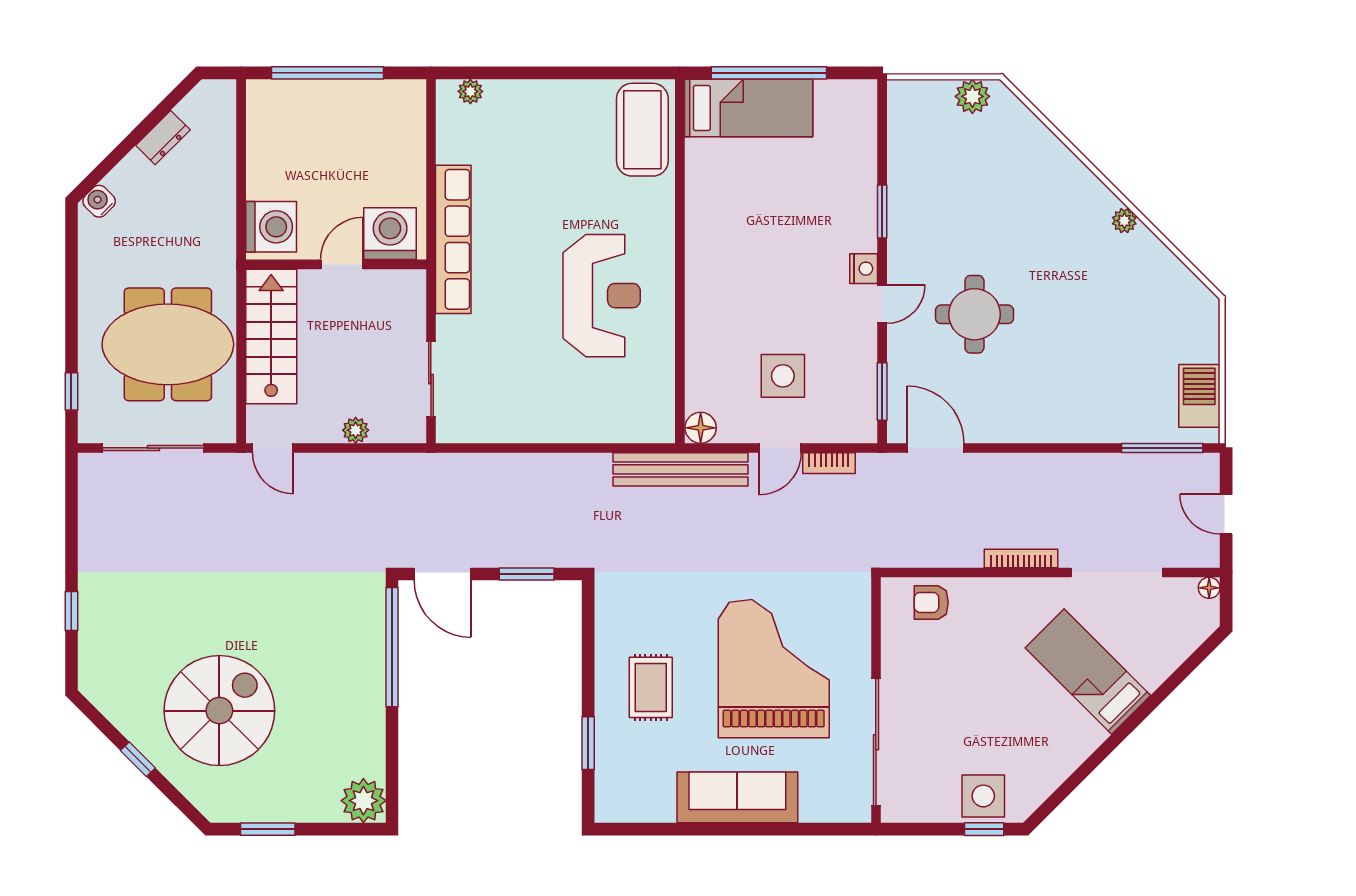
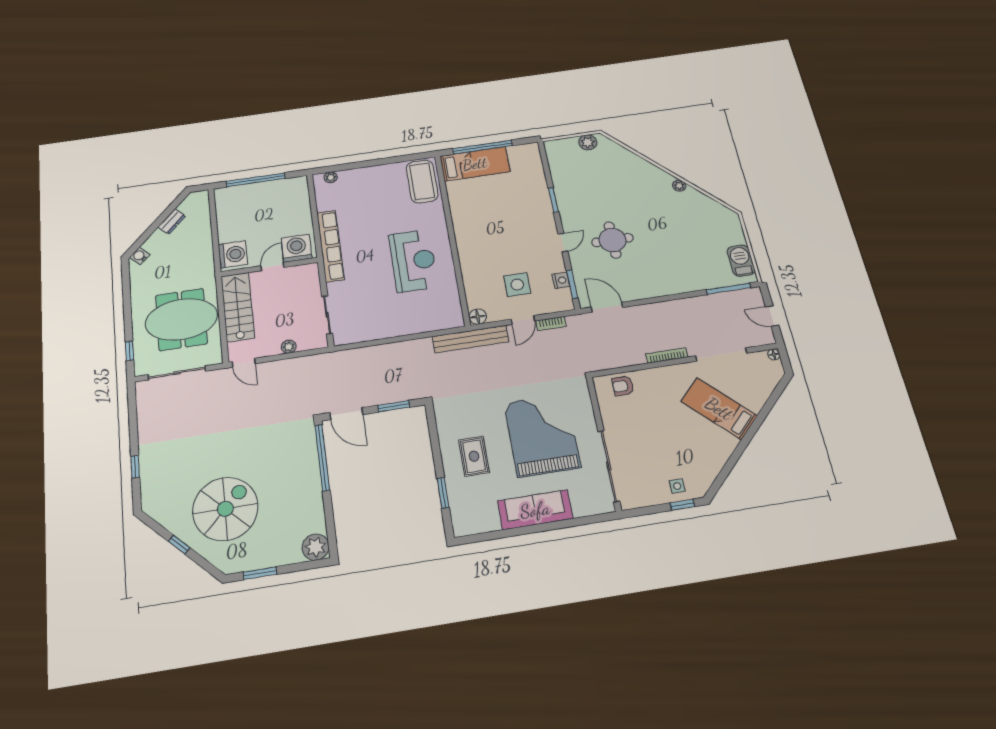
nightstand: (864, 269) -> (561, 280), moved
side table: (983, 796) -> (677, 486), width x0.54, depth x0.54

